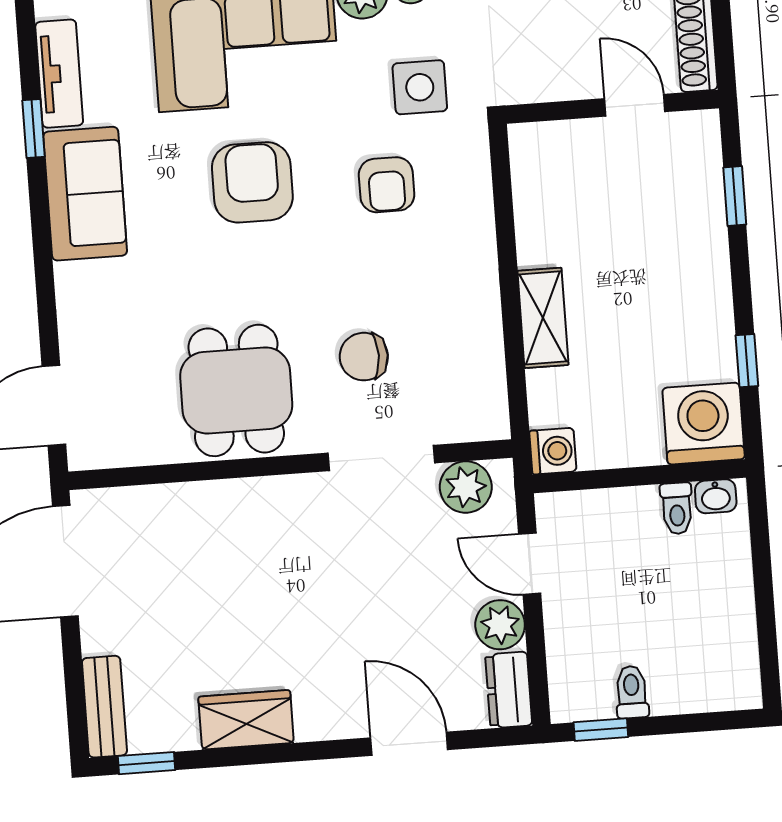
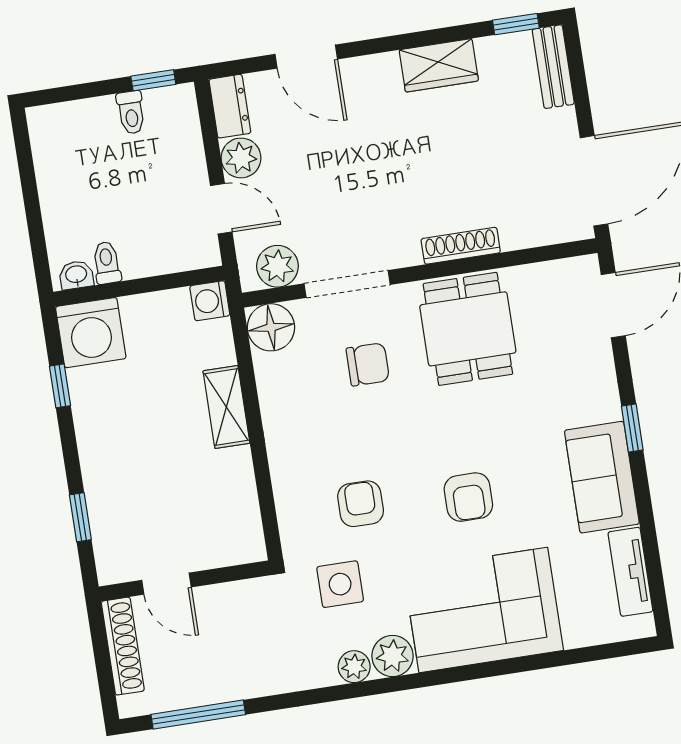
window: (34, 128) -> (632, 428), moved
armchair: (252, 182) -> (468, 497), width x0.72, depth x0.72
floor lamp: (480, 412) -> (271, 327), added
shoe rack: (237, 494) -> (461, 246), added

